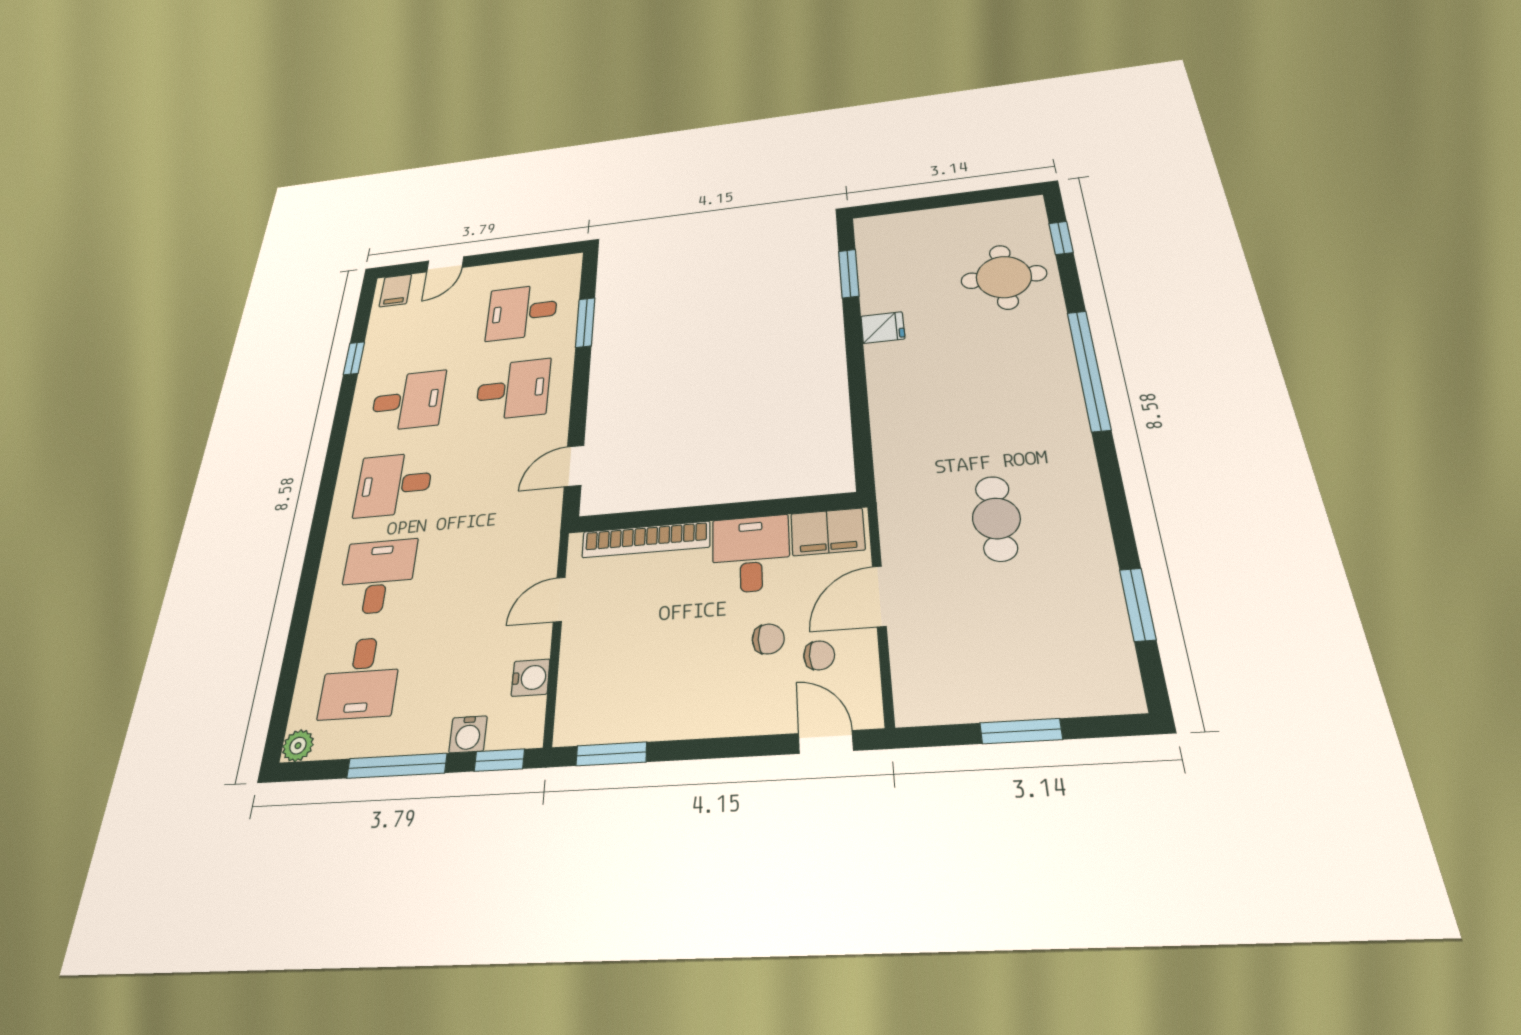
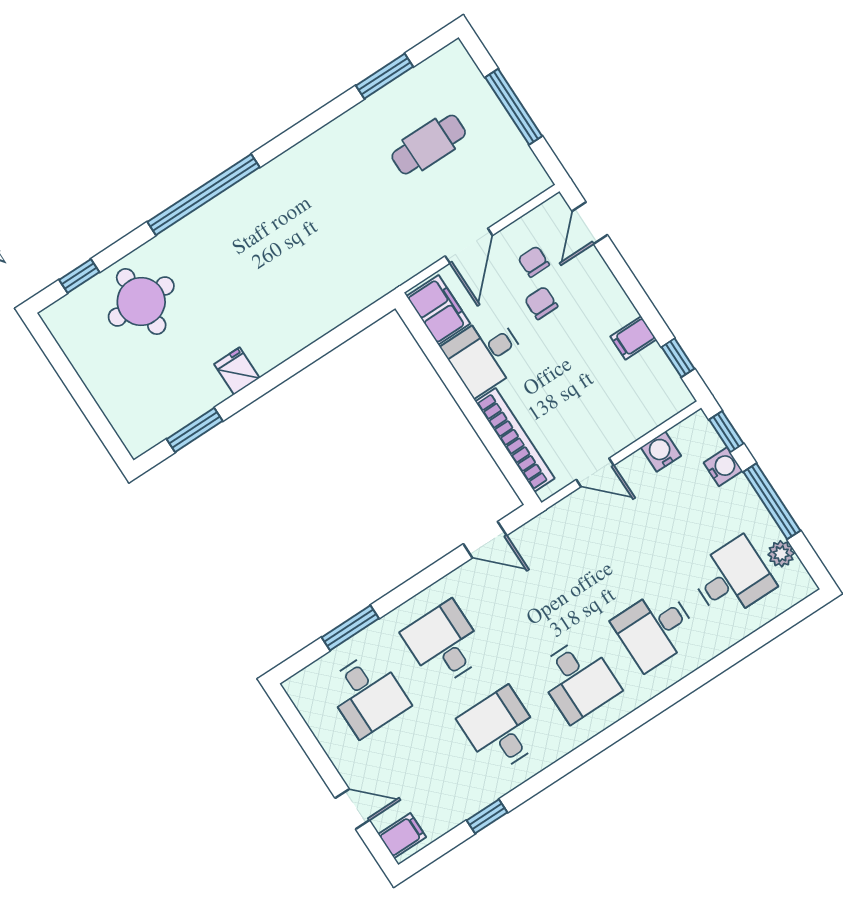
cafe table: (996, 518) -> (429, 145), moved
door: (879, 596) -> (469, 246), hinge flipped
filing cabinet: (666, 717) -> (633, 338), added
window: (1021, 731) -> (514, 107), width x1.44
plant: (298, 746) -> (781, 554), moved
window: (611, 754) -> (678, 358), width x0.67

